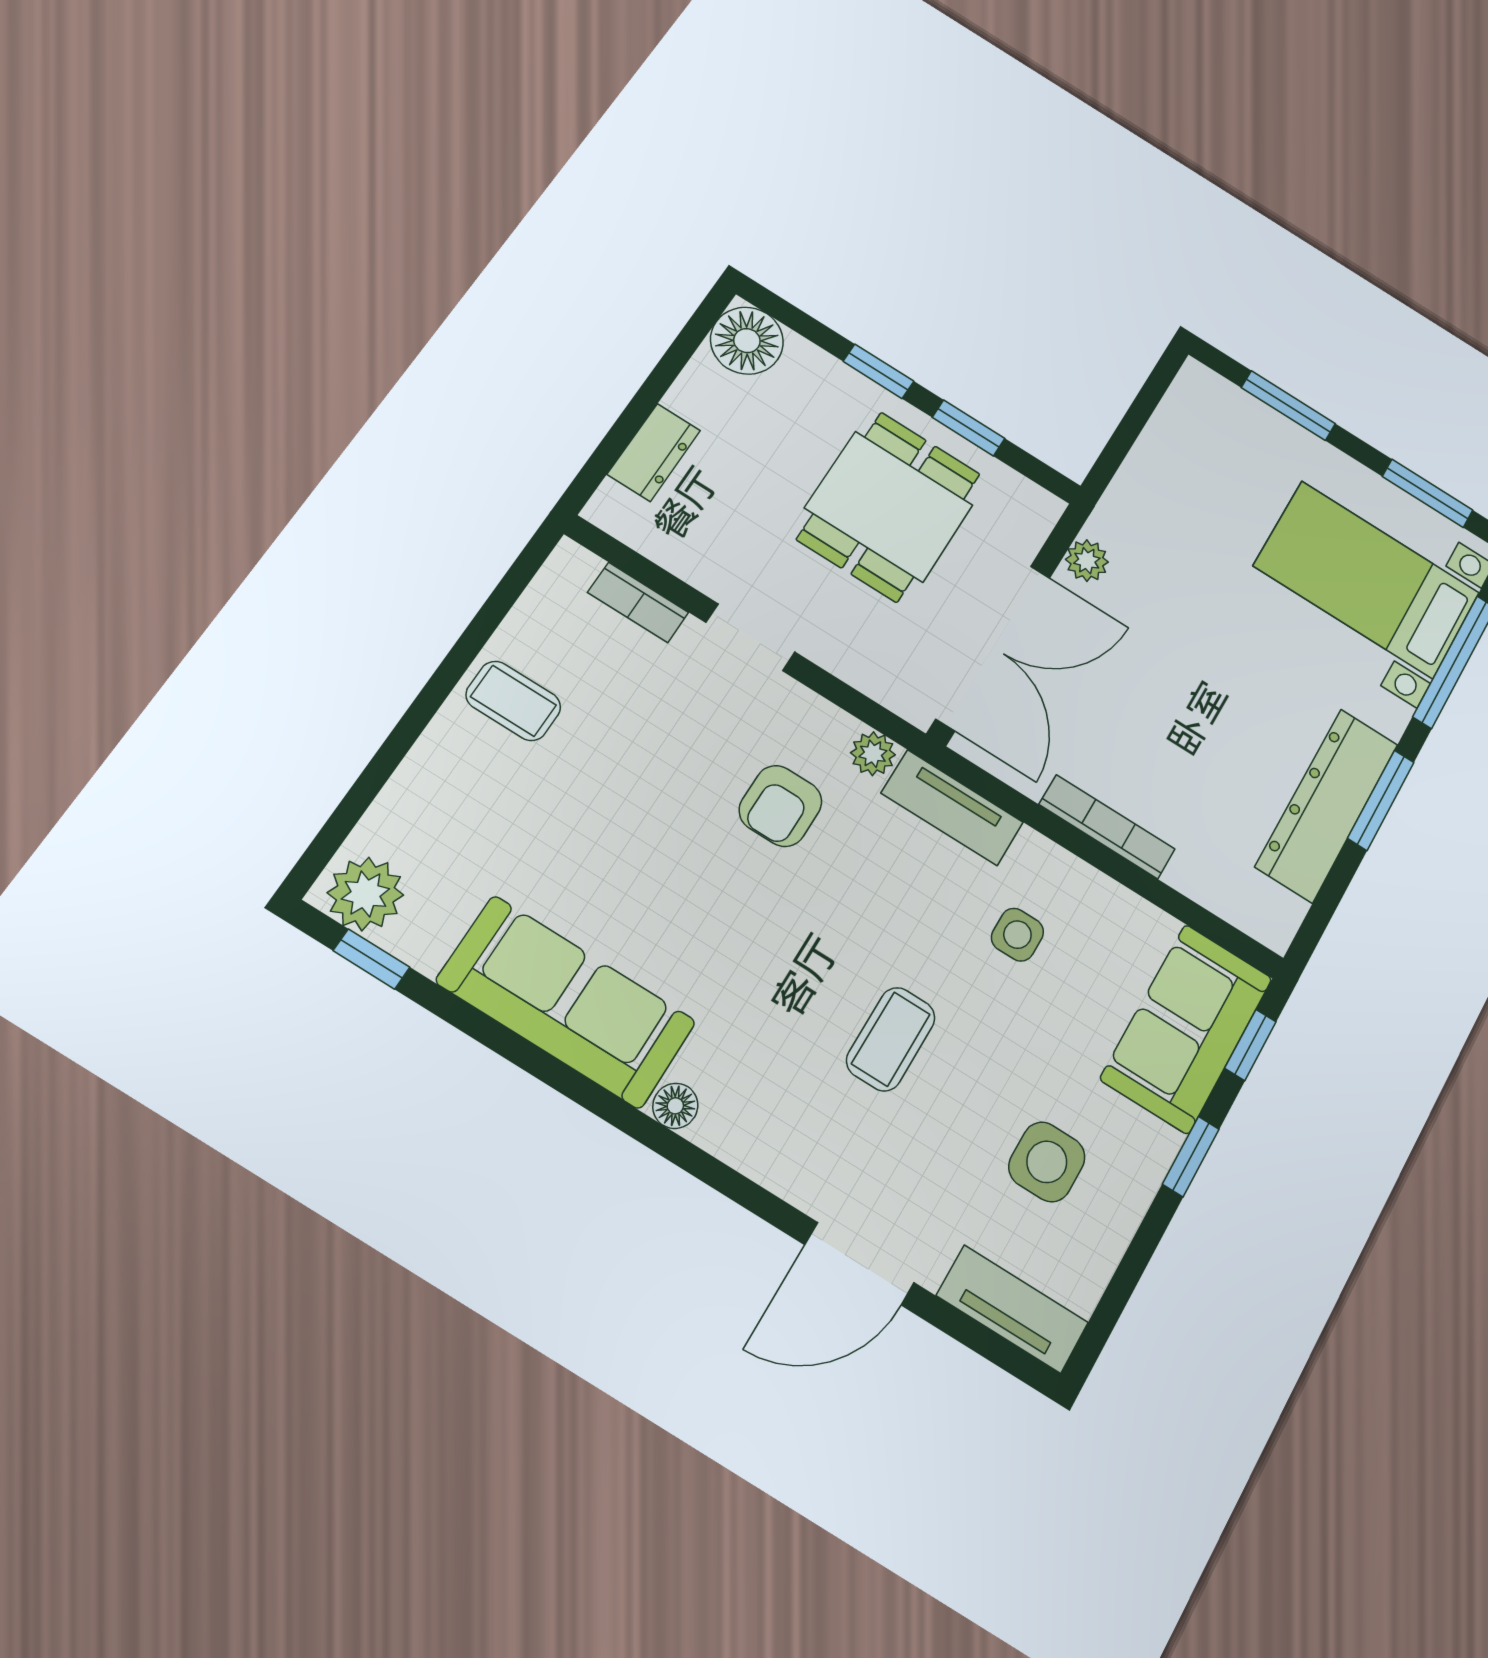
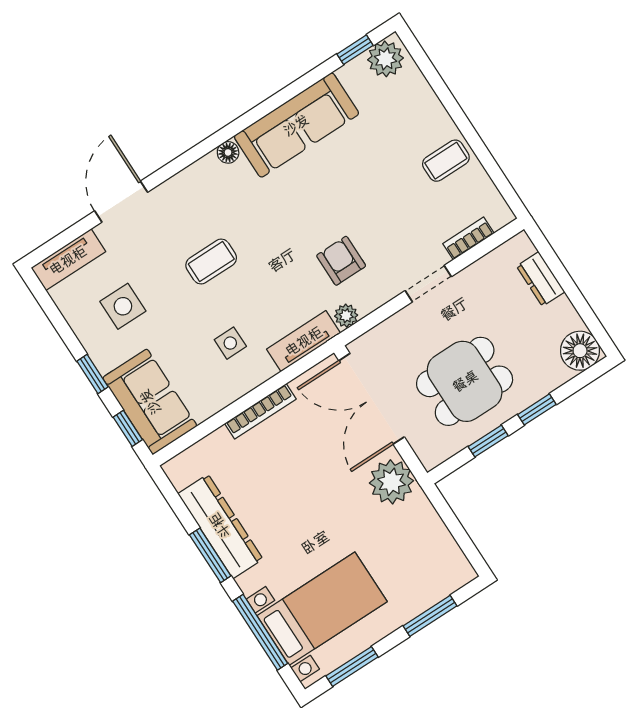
dining table: (889, 506) -> (465, 381), turned 90
plant: (1087, 561) -> (391, 482), width x1.87, depth x1.87
coffee table: (891, 1039) -> (211, 262), turned 90

